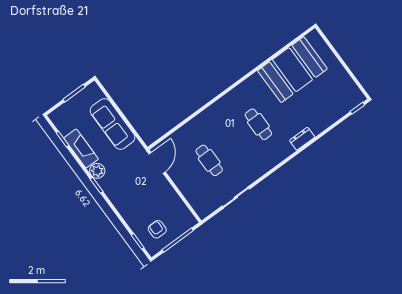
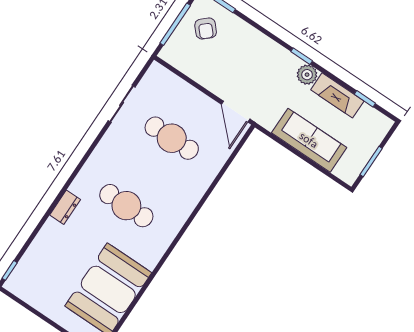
cafe table: (258, 124) -> (126, 206), width x1.37, depth x1.35
cafe table: (209, 160) -> (172, 138), width x1.37, depth x1.35
armchair: (157, 229) -> (206, 29), turned 48

